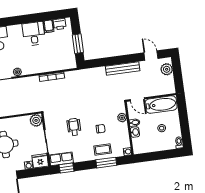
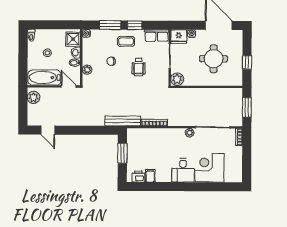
desk: (34, 34) -> (183, 170), moved
bench: (123, 69) -> (123, 121), moved
plant: (167, 69) -> (34, 97), moved
shower: (139, 144) -> (73, 39), added
coffee table: (103, 149) -> (126, 41), moved
window: (67, 168) -> (135, 25), moved

